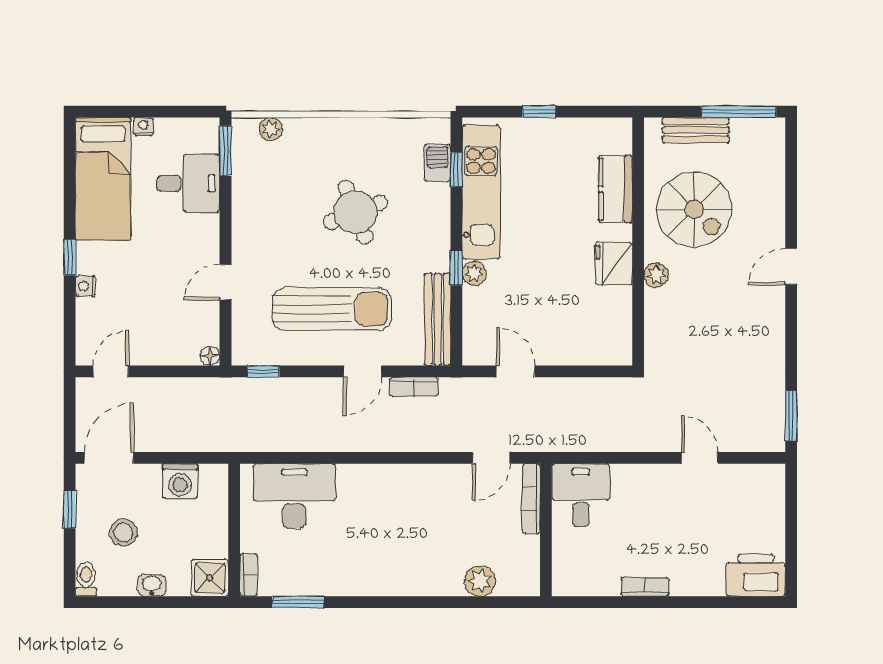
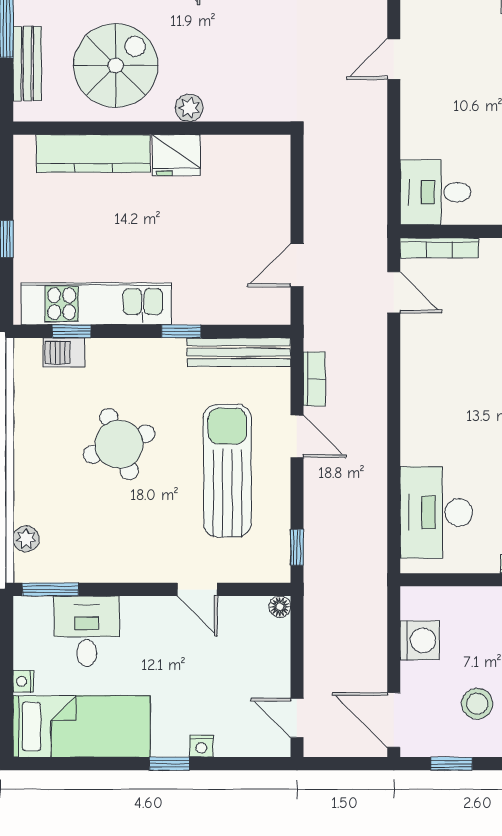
kitchen counter: (615, 189) -> (93, 153), width x1.50
plant: (474, 273) -> (187, 311), removed

